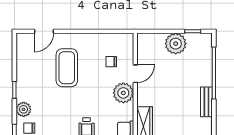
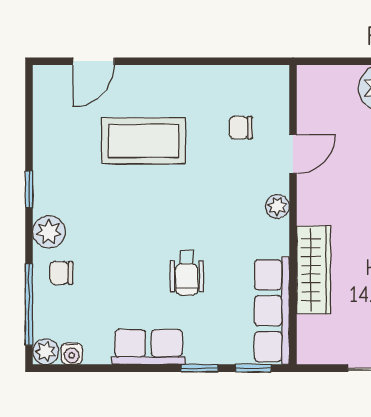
coffee table: (67, 68) -> (143, 141), turned 90
plant: (123, 93) -> (277, 206), width x0.53, depth x0.53

